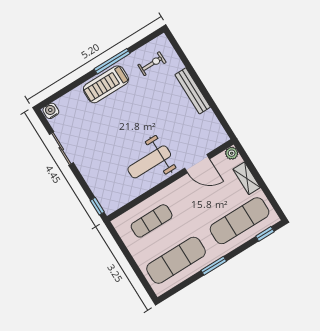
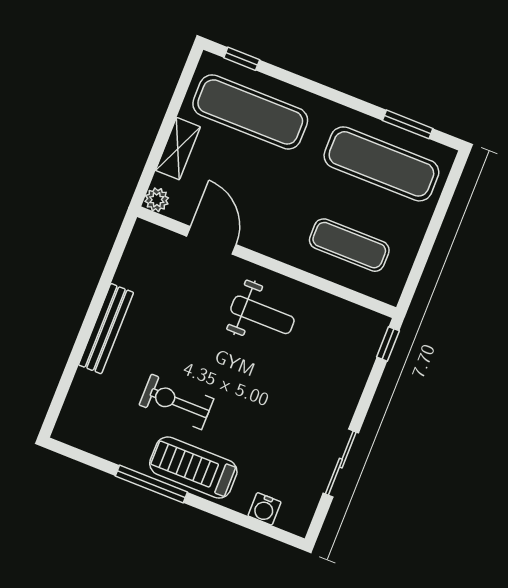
exercise bike: (152, 64) -> (176, 402), moved, width x1.38, depth x1.39
treadmill: (106, 84) -> (193, 468), turned 180
water cooler: (51, 111) -> (265, 509), moved
weight bench: (149, 162) -> (262, 315), width x0.73, depth x0.75
window: (214, 266) -> (408, 124), moved

